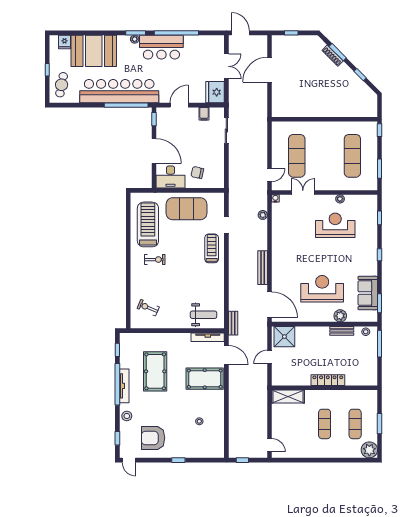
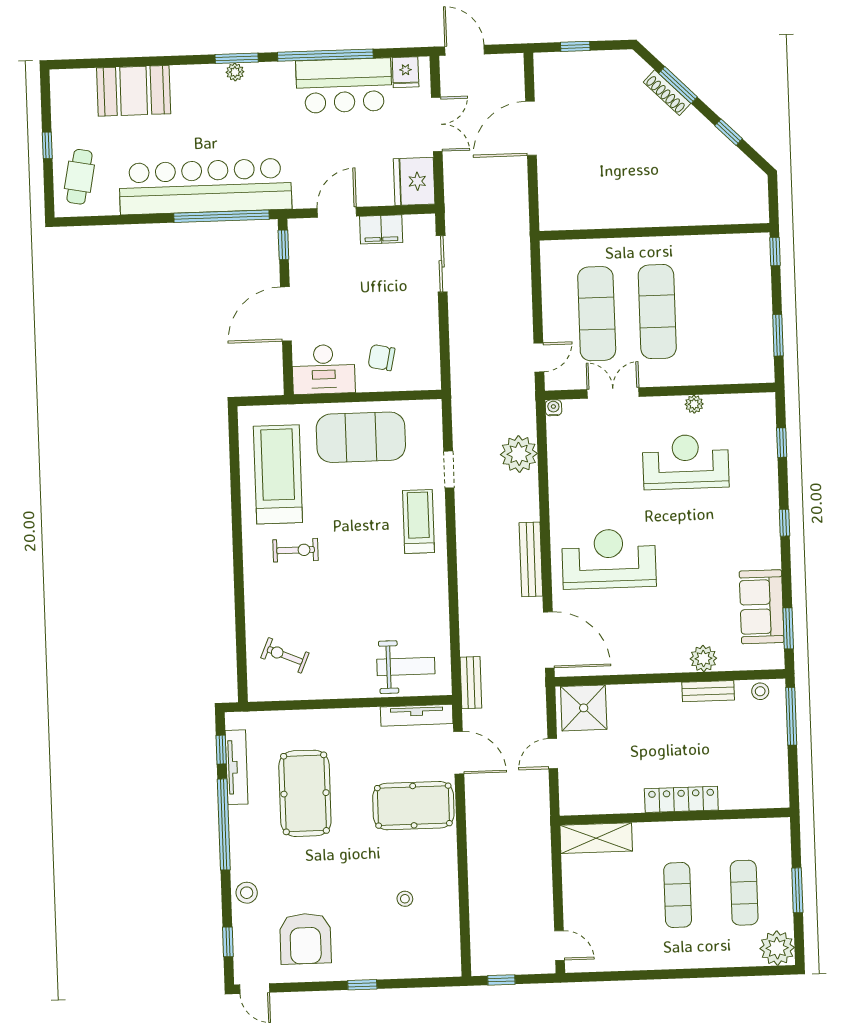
fridge: (64, 42) -> (406, 72), moved
bar counter: (161, 47) -> (344, 86), moved
booth: (94, 51) -> (134, 91), width x0.73, depth x0.70
filing cabinet: (204, 114) -> (381, 229), width x2.00
door: (154, 151) -> (286, 314), swing flipped
exercise mat: (352, 156) -> (657, 312), moved
plant: (263, 215) -> (519, 454), width x1.88, depth x1.88
reception desk: (322, 289) -> (609, 559), moved
tv unit: (124, 386) -> (237, 767), moved
armchair: (153, 438) -> (305, 939), turned -90

